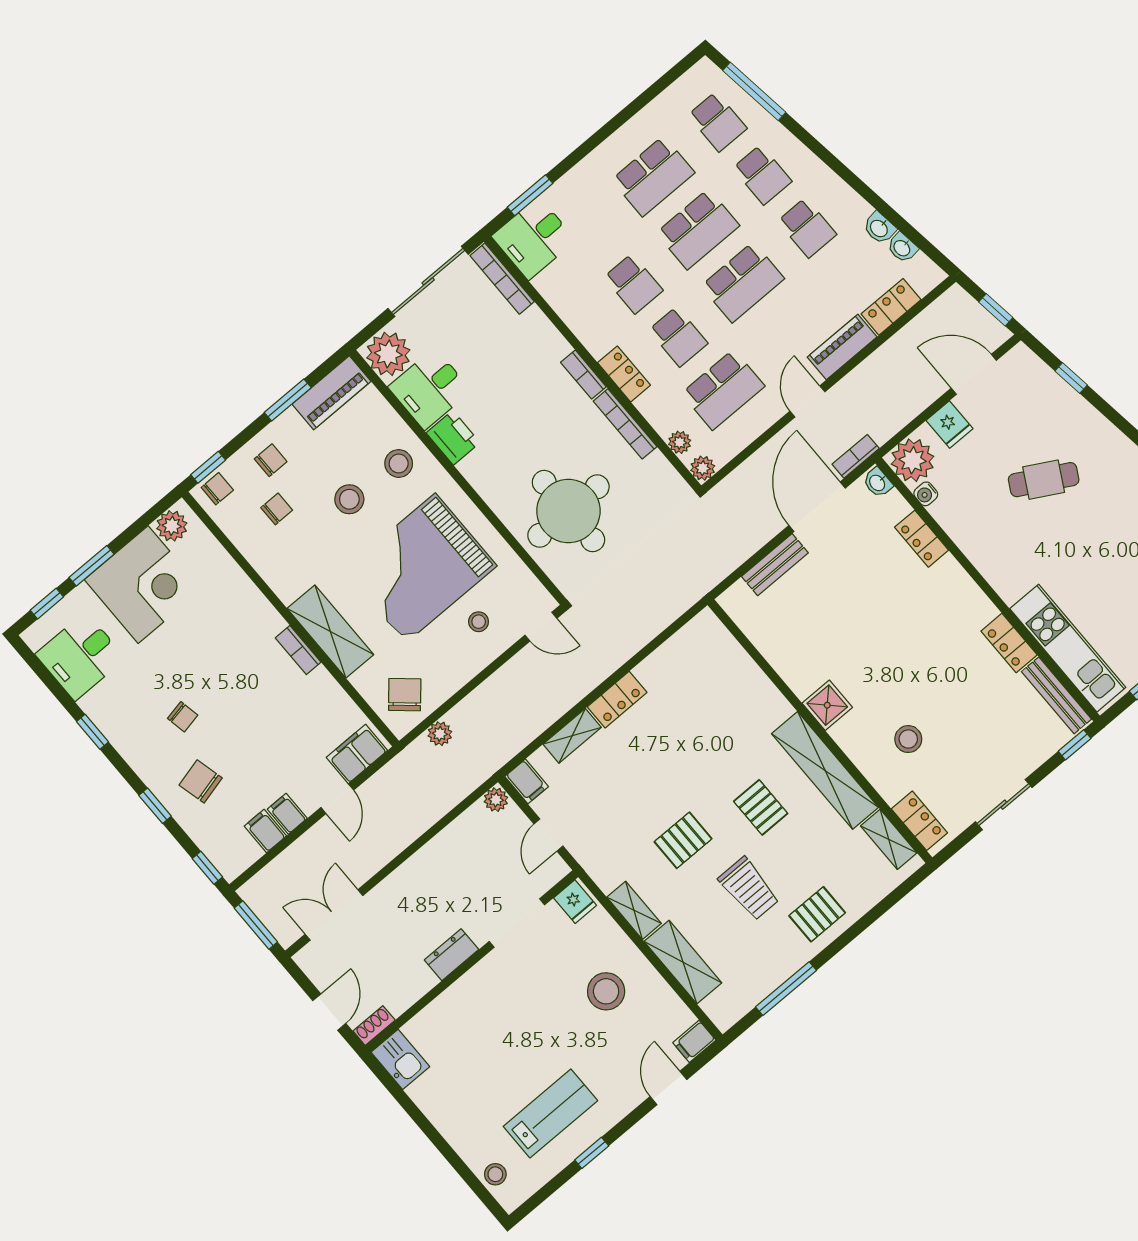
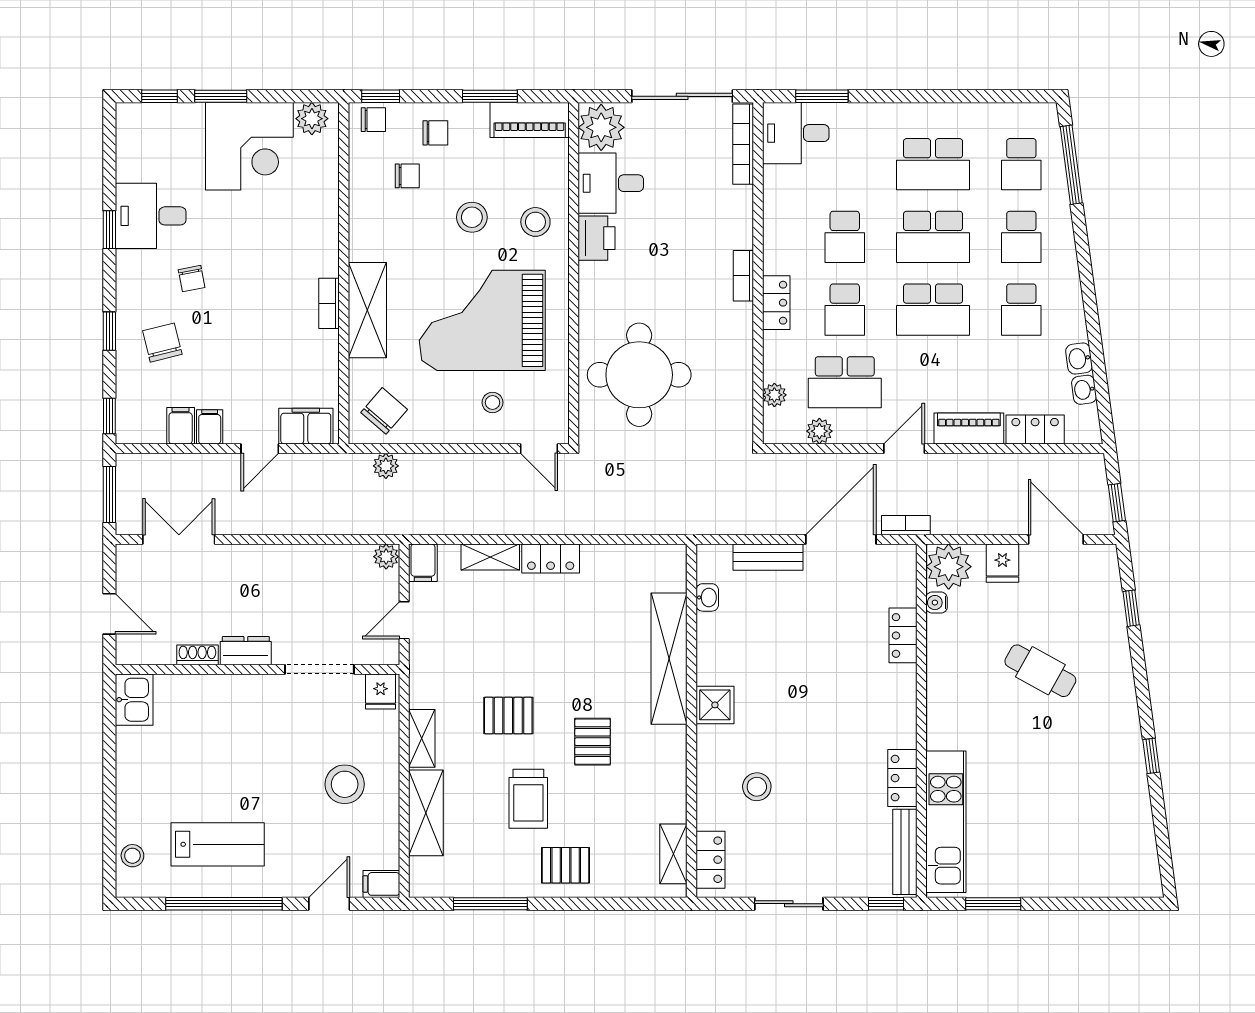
bookcase: (625, 424) -> (743, 343), removed
plant: (703, 468) -> (819, 431), moved
washbasin: (878, 483) -> (707, 597), moved, turned 180
desk: (80, 656) -> (151, 216), moved
shelving: (825, 770) -> (669, 659), moved
door: (329, 1012) -> (109, 614), hinge flipped
shoe rack: (374, 1026) -> (197, 655), moved
window: (592, 1153) -> (224, 904), width x3.17

